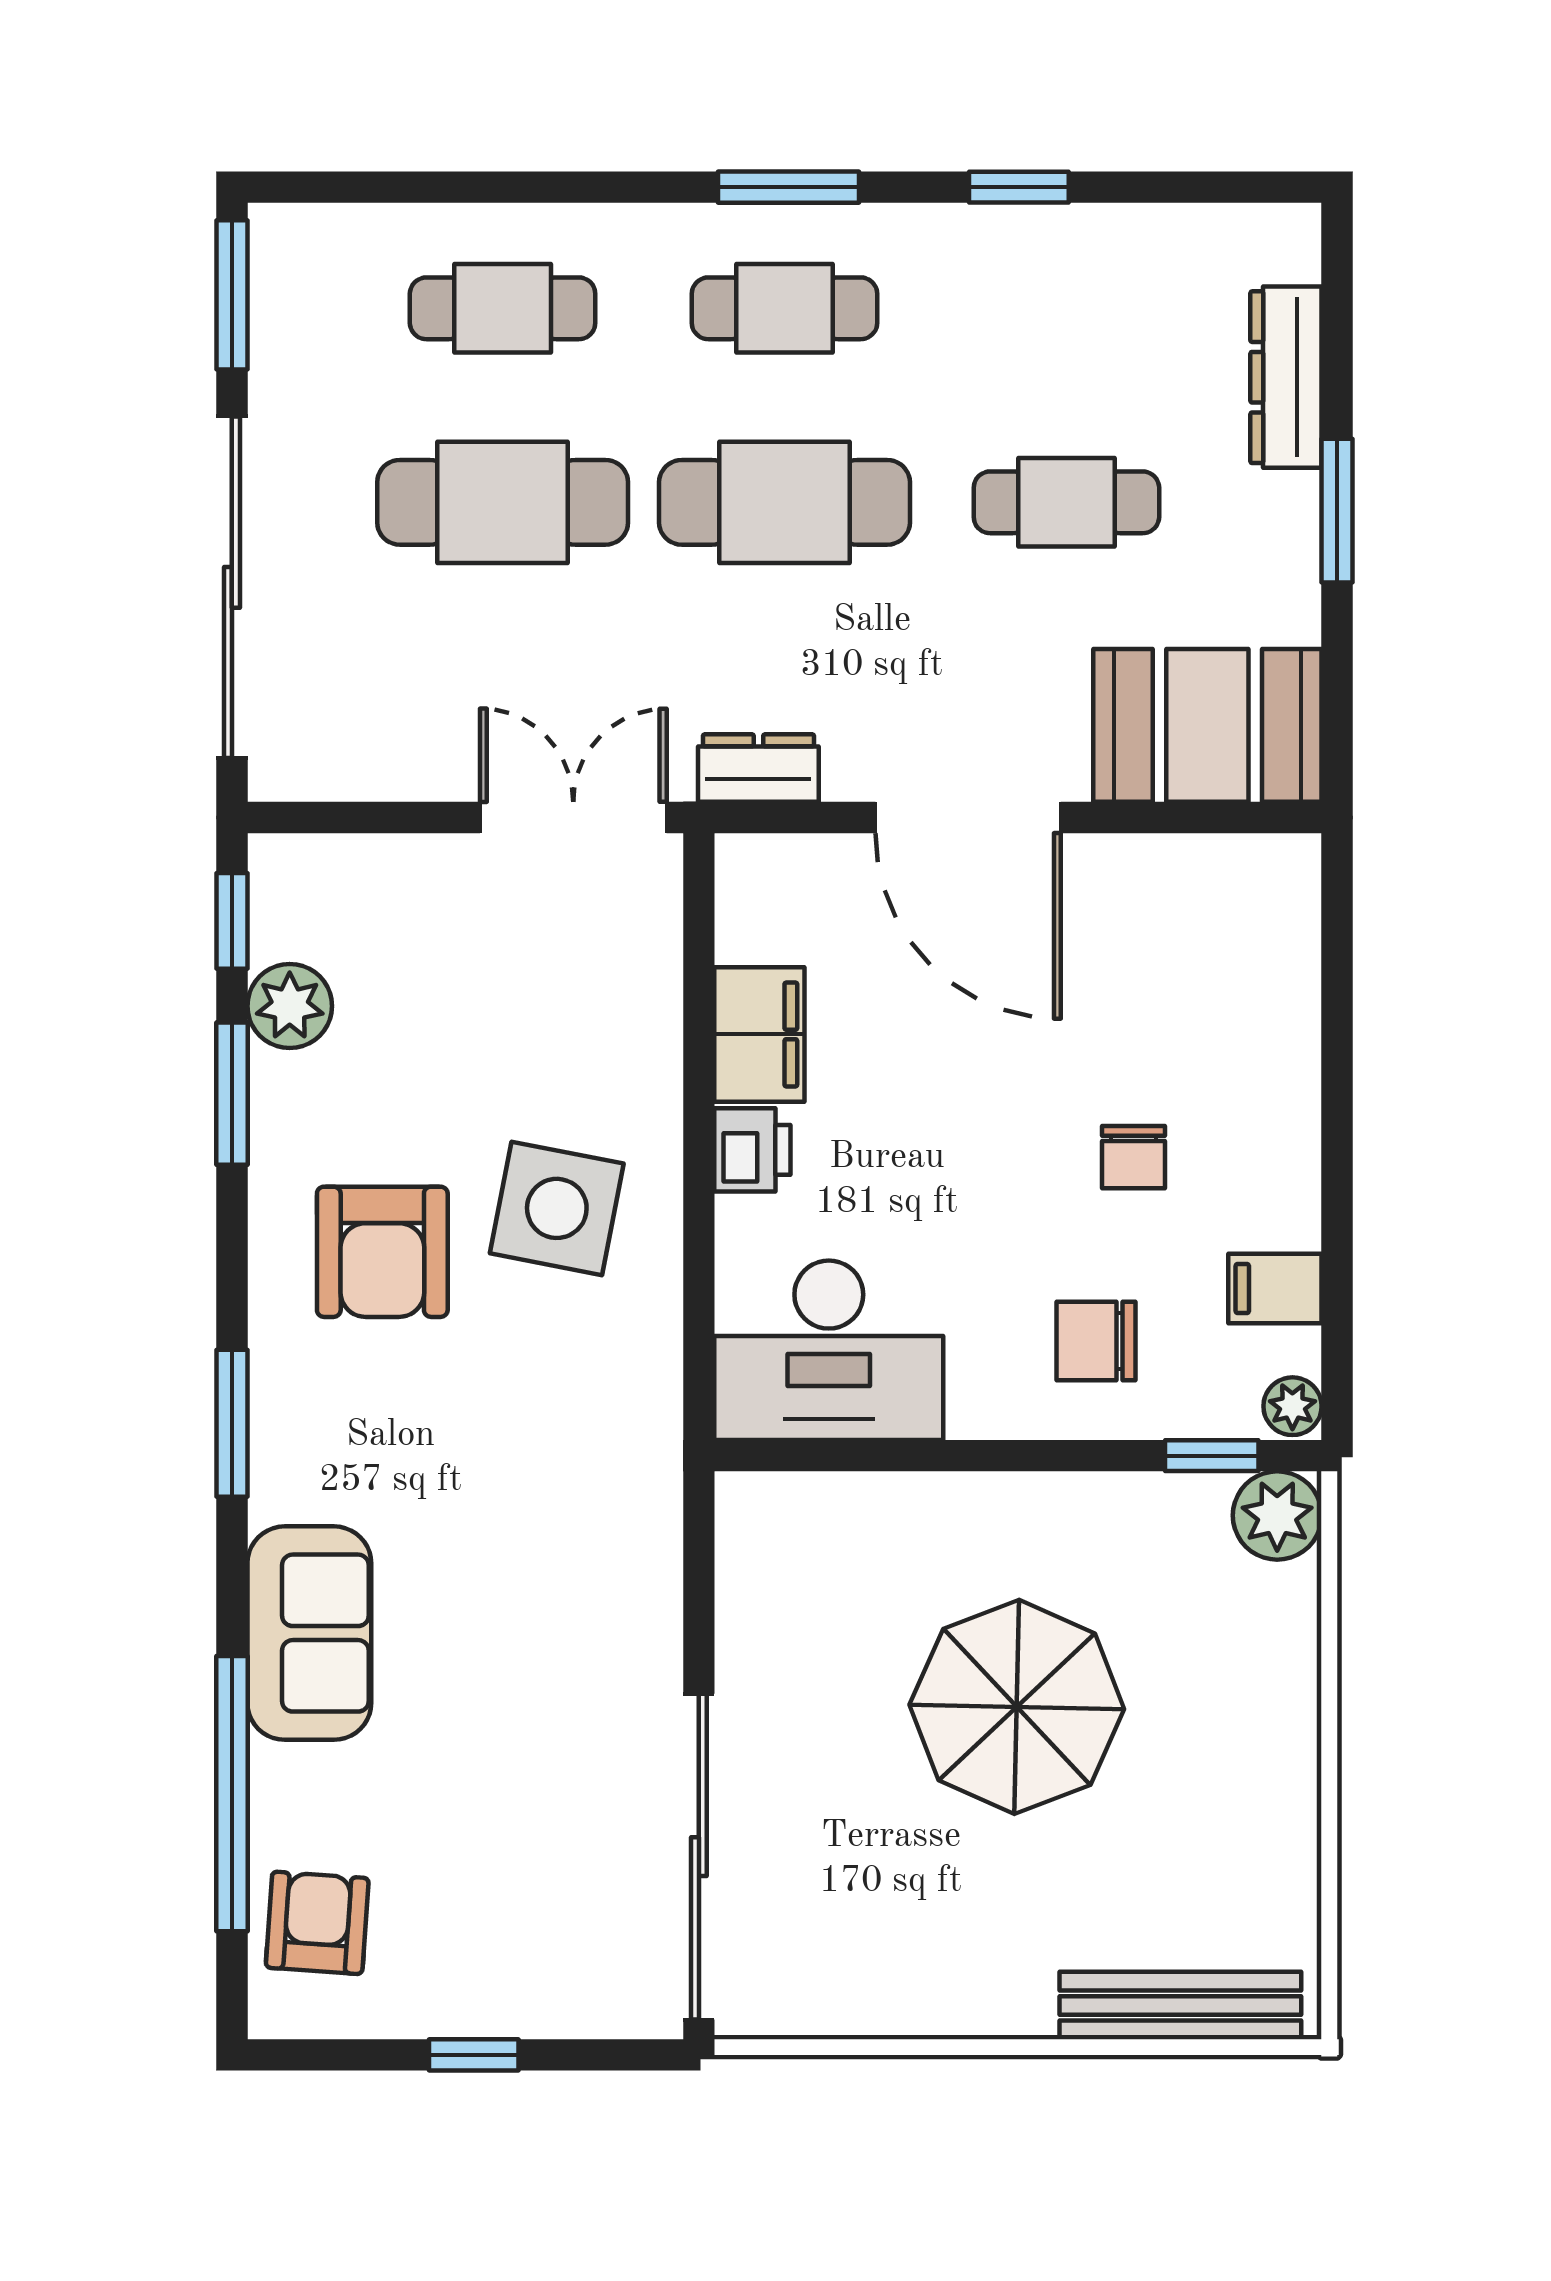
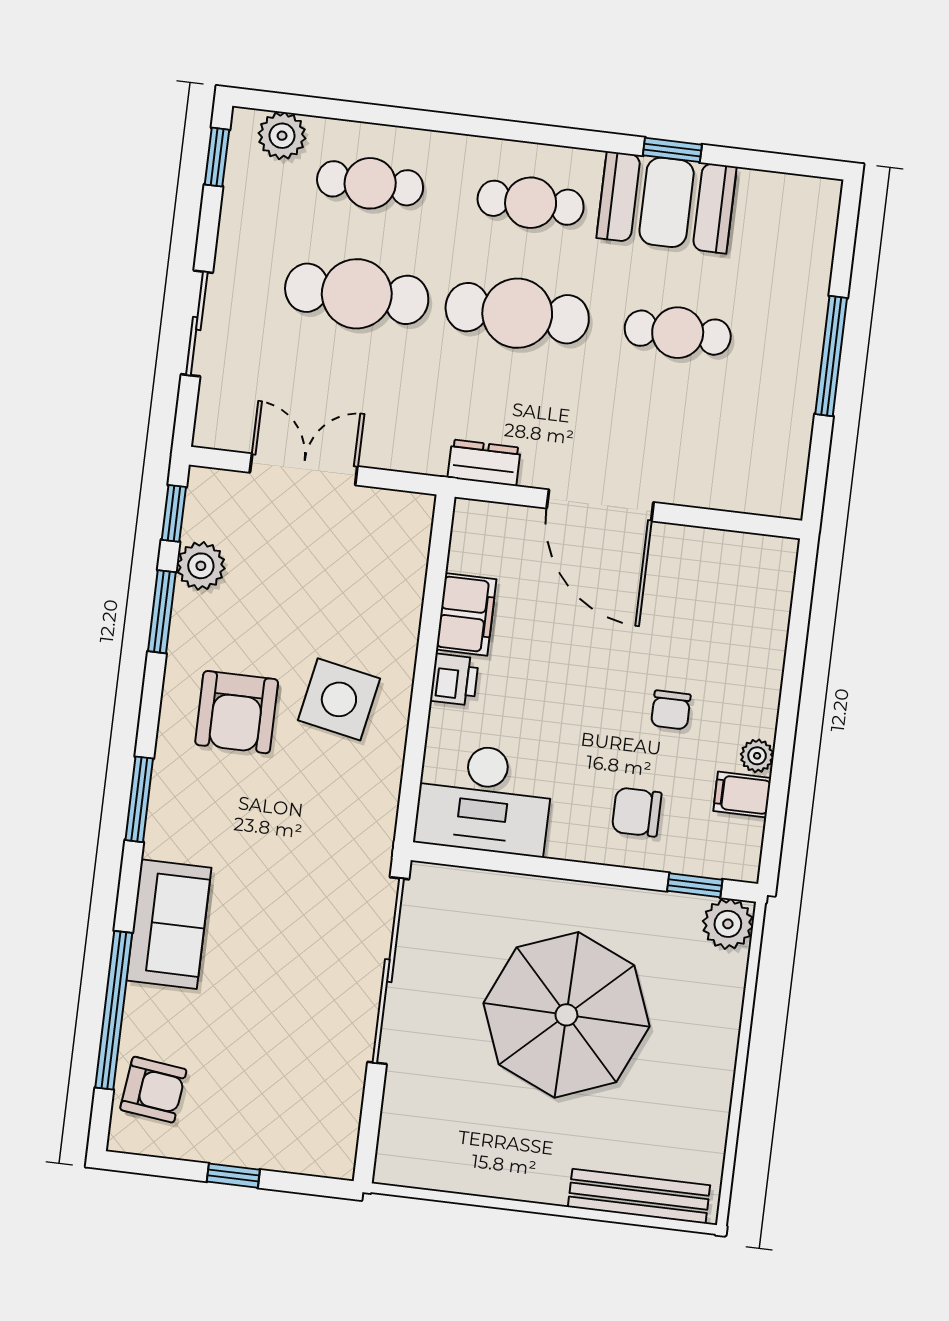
window: (789, 187) -> (541, 134), removed
plant: (340, 244) -> (282, 136), added
window: (232, 295) -> (217, 157), width x0.67
dresser: (1286, 377) -> (811, 277), removed
window: (1337, 511) -> (831, 356), width x1.44
sliding door: (232, 587) -> (197, 323), width x0.54
booth: (1207, 725) -> (667, 202), moved
double door: (573, 818) -> (304, 469), moved
plant: (1292, 1406) -> (757, 756), moved
parasol: (1017, 1707) -> (566, 1015), width x1.36, depth x1.36
sliding door: (699, 1857) -> (388, 971), moved
armchair: (317, 1923) -> (153, 1090), turned 93

